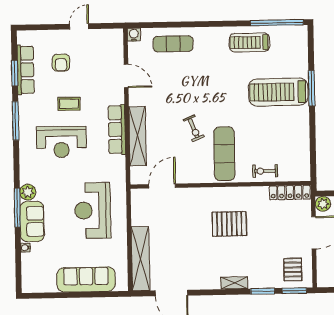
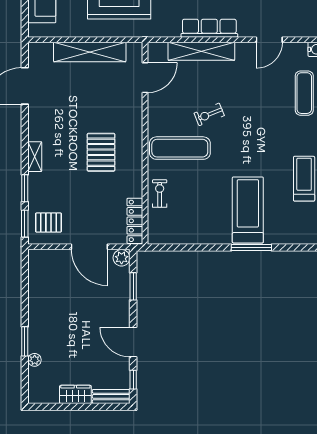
door: (162, 186) -> (145, 78), hinge flipped
shelving: (141, 259) -> (90, 52), moved

